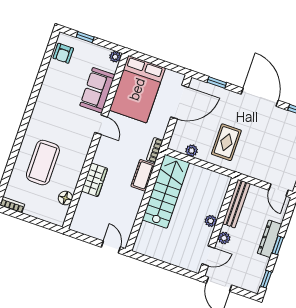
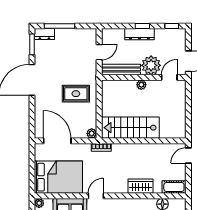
window: (217, 82) -> (32, 117), removed
plant: (192, 151) -> (92, 133), moved
cot: (143, 175) -> (174, 187), moved
door: (279, 190) -> (99, 52), moved
plant: (224, 238) -> (151, 65), width x1.88, depth x1.88
door: (208, 256) -> (169, 77), hinge flipped

